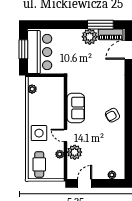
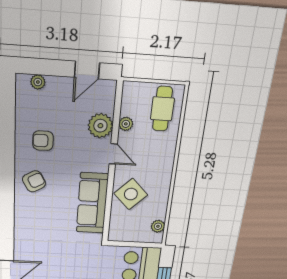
sofa: (76, 108) -> (92, 203), width x1.36
side table: (39, 133) -> (131, 194), moved, turned 45
armchair: (108, 141) -> (43, 141), added

